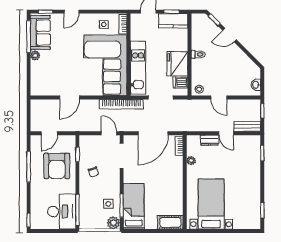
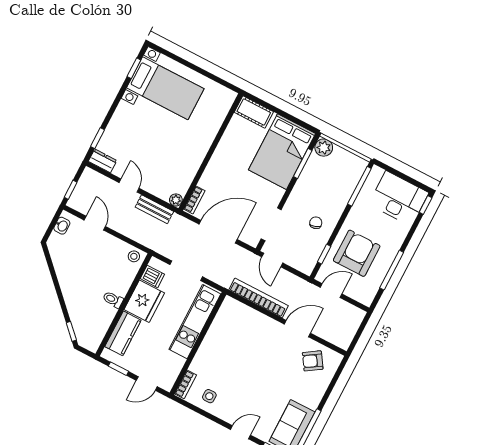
kitchen counter: (173, 21) -> (123, 333), moved, turned 90
door: (230, 35) -> (62, 303), removed
plant: (35, 55) -> (313, 402), removed
corner sofa: (105, 65) -> (233, 345), removed
armchair: (49, 82) -> (313, 361), added
door: (219, 97) -> (95, 223), moved
bookcase: (121, 104) -> (258, 298), moved
bench: (247, 126) -> (154, 209), moved
door: (49, 133) -> (331, 291), moved
dresser: (210, 140) -> (103, 161), moved
plant: (191, 161) -> (176, 200), moved
side table: (108, 204) -> (318, 174), removed
bed with nightstands: (211, 204) -> (165, 88), moved, turned -90
bed: (134, 206) -> (282, 152), width x1.50
desk: (62, 212) -> (399, 198), moved, turned 90

